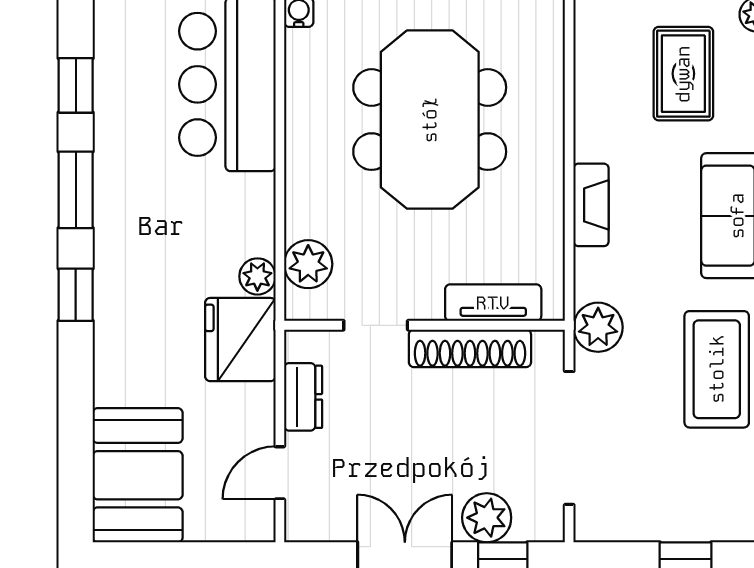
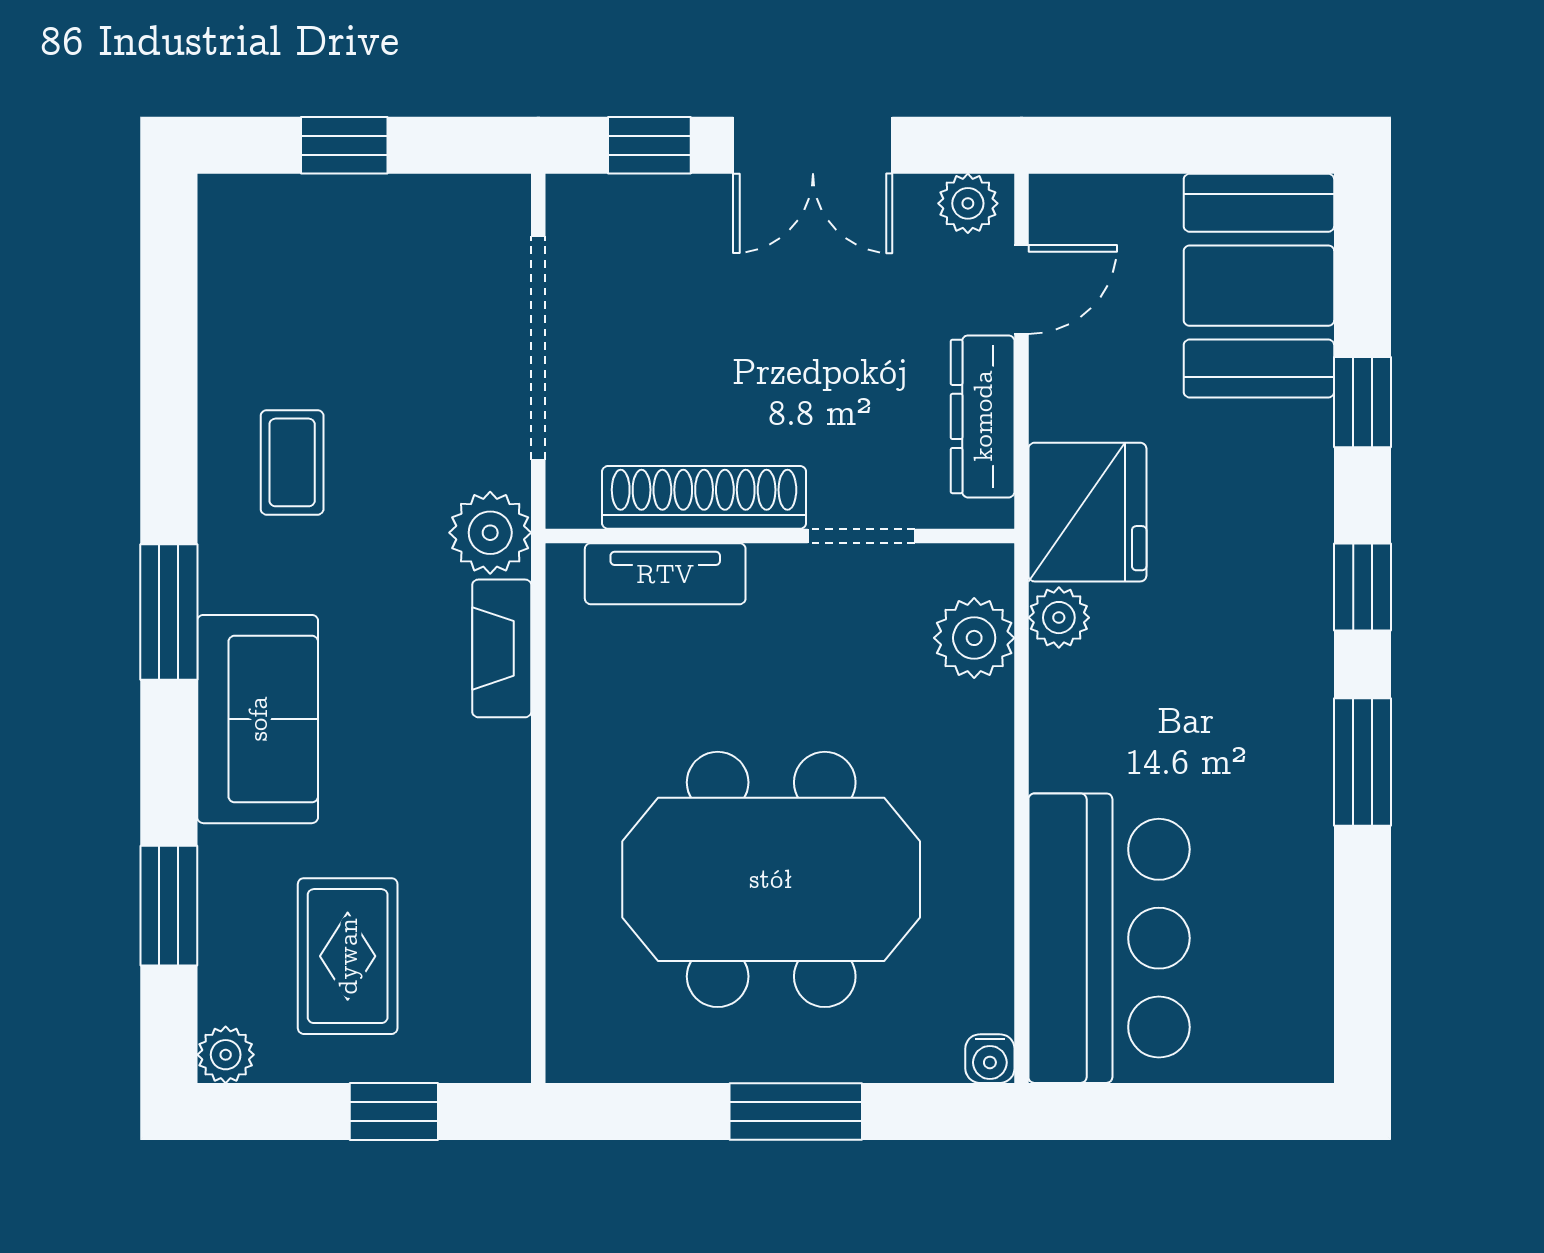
window: (76, 85) -> (1362, 402), moved
meeting table: (430, 120) -> (771, 879), turned 90
fireplace: (591, 205) -> (502, 648), moved
coffee table: (717, 369) -> (292, 462), width x0.54, depth x0.58
dresser: (303, 397) -> (983, 416), width x1.44
plant: (487, 518) -> (968, 203), moved, width x0.73, depth x0.73

